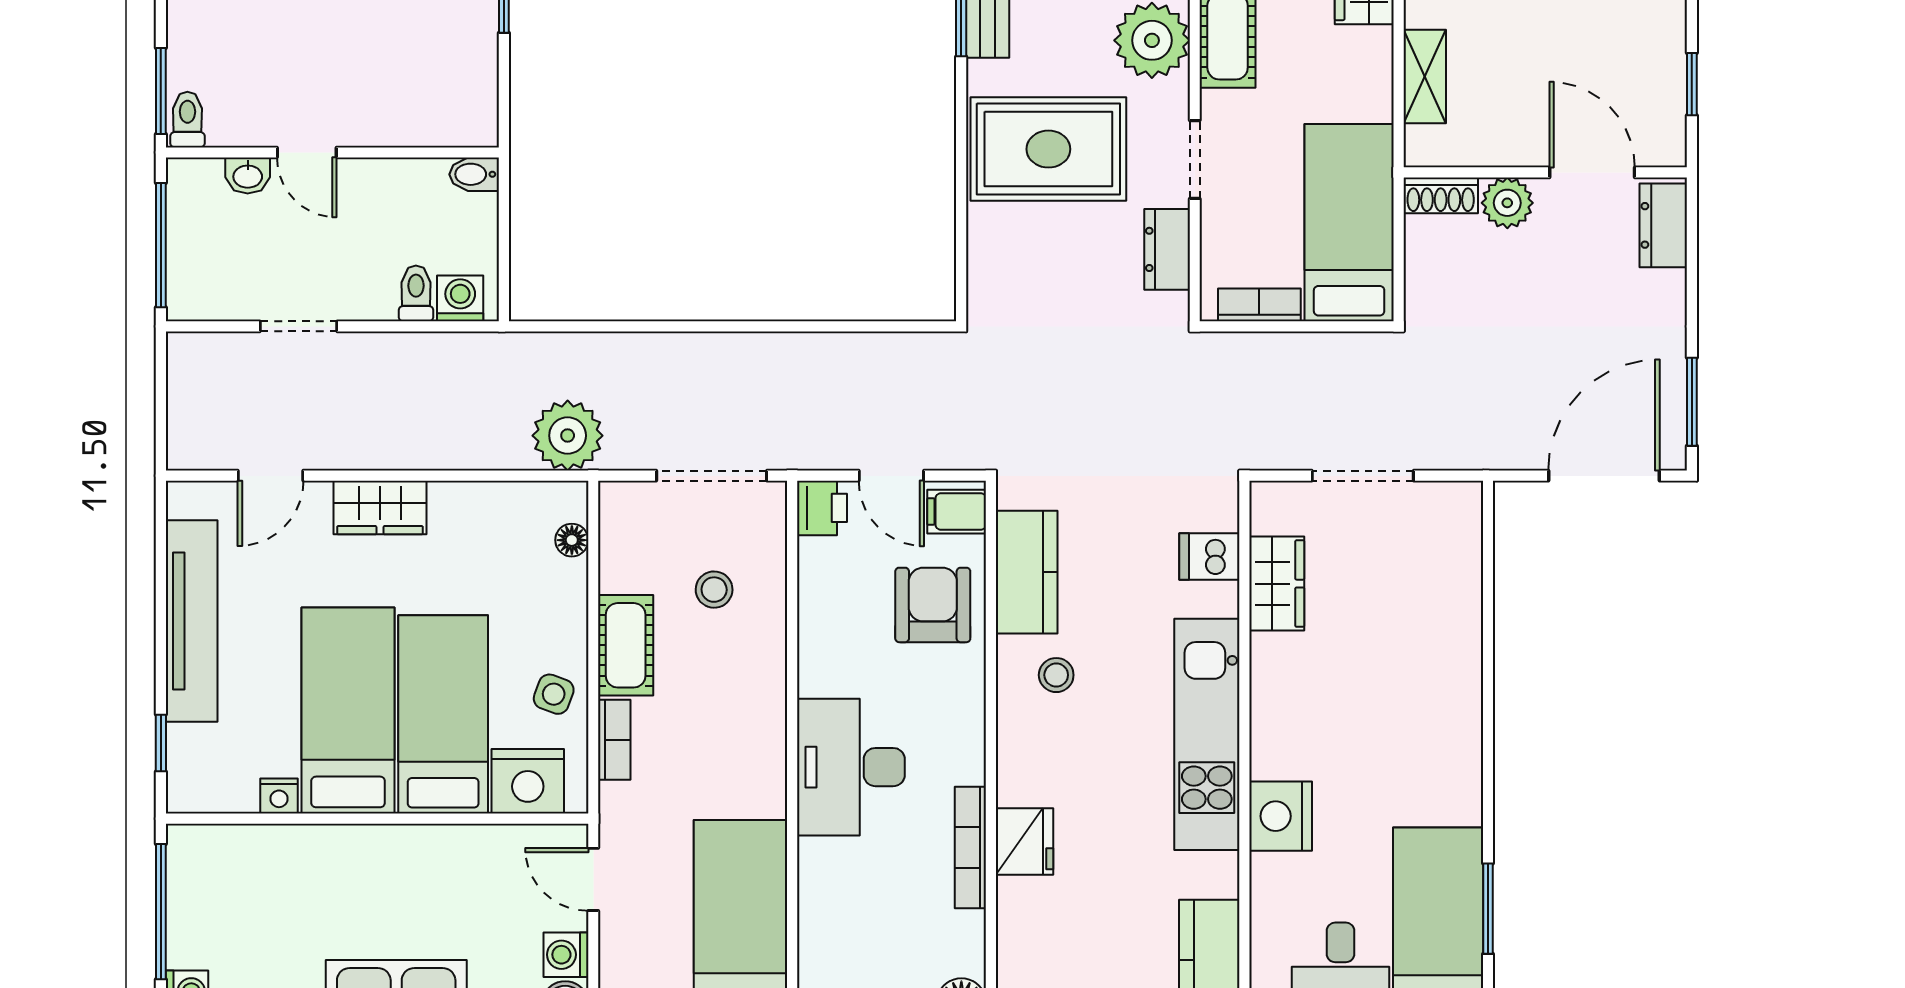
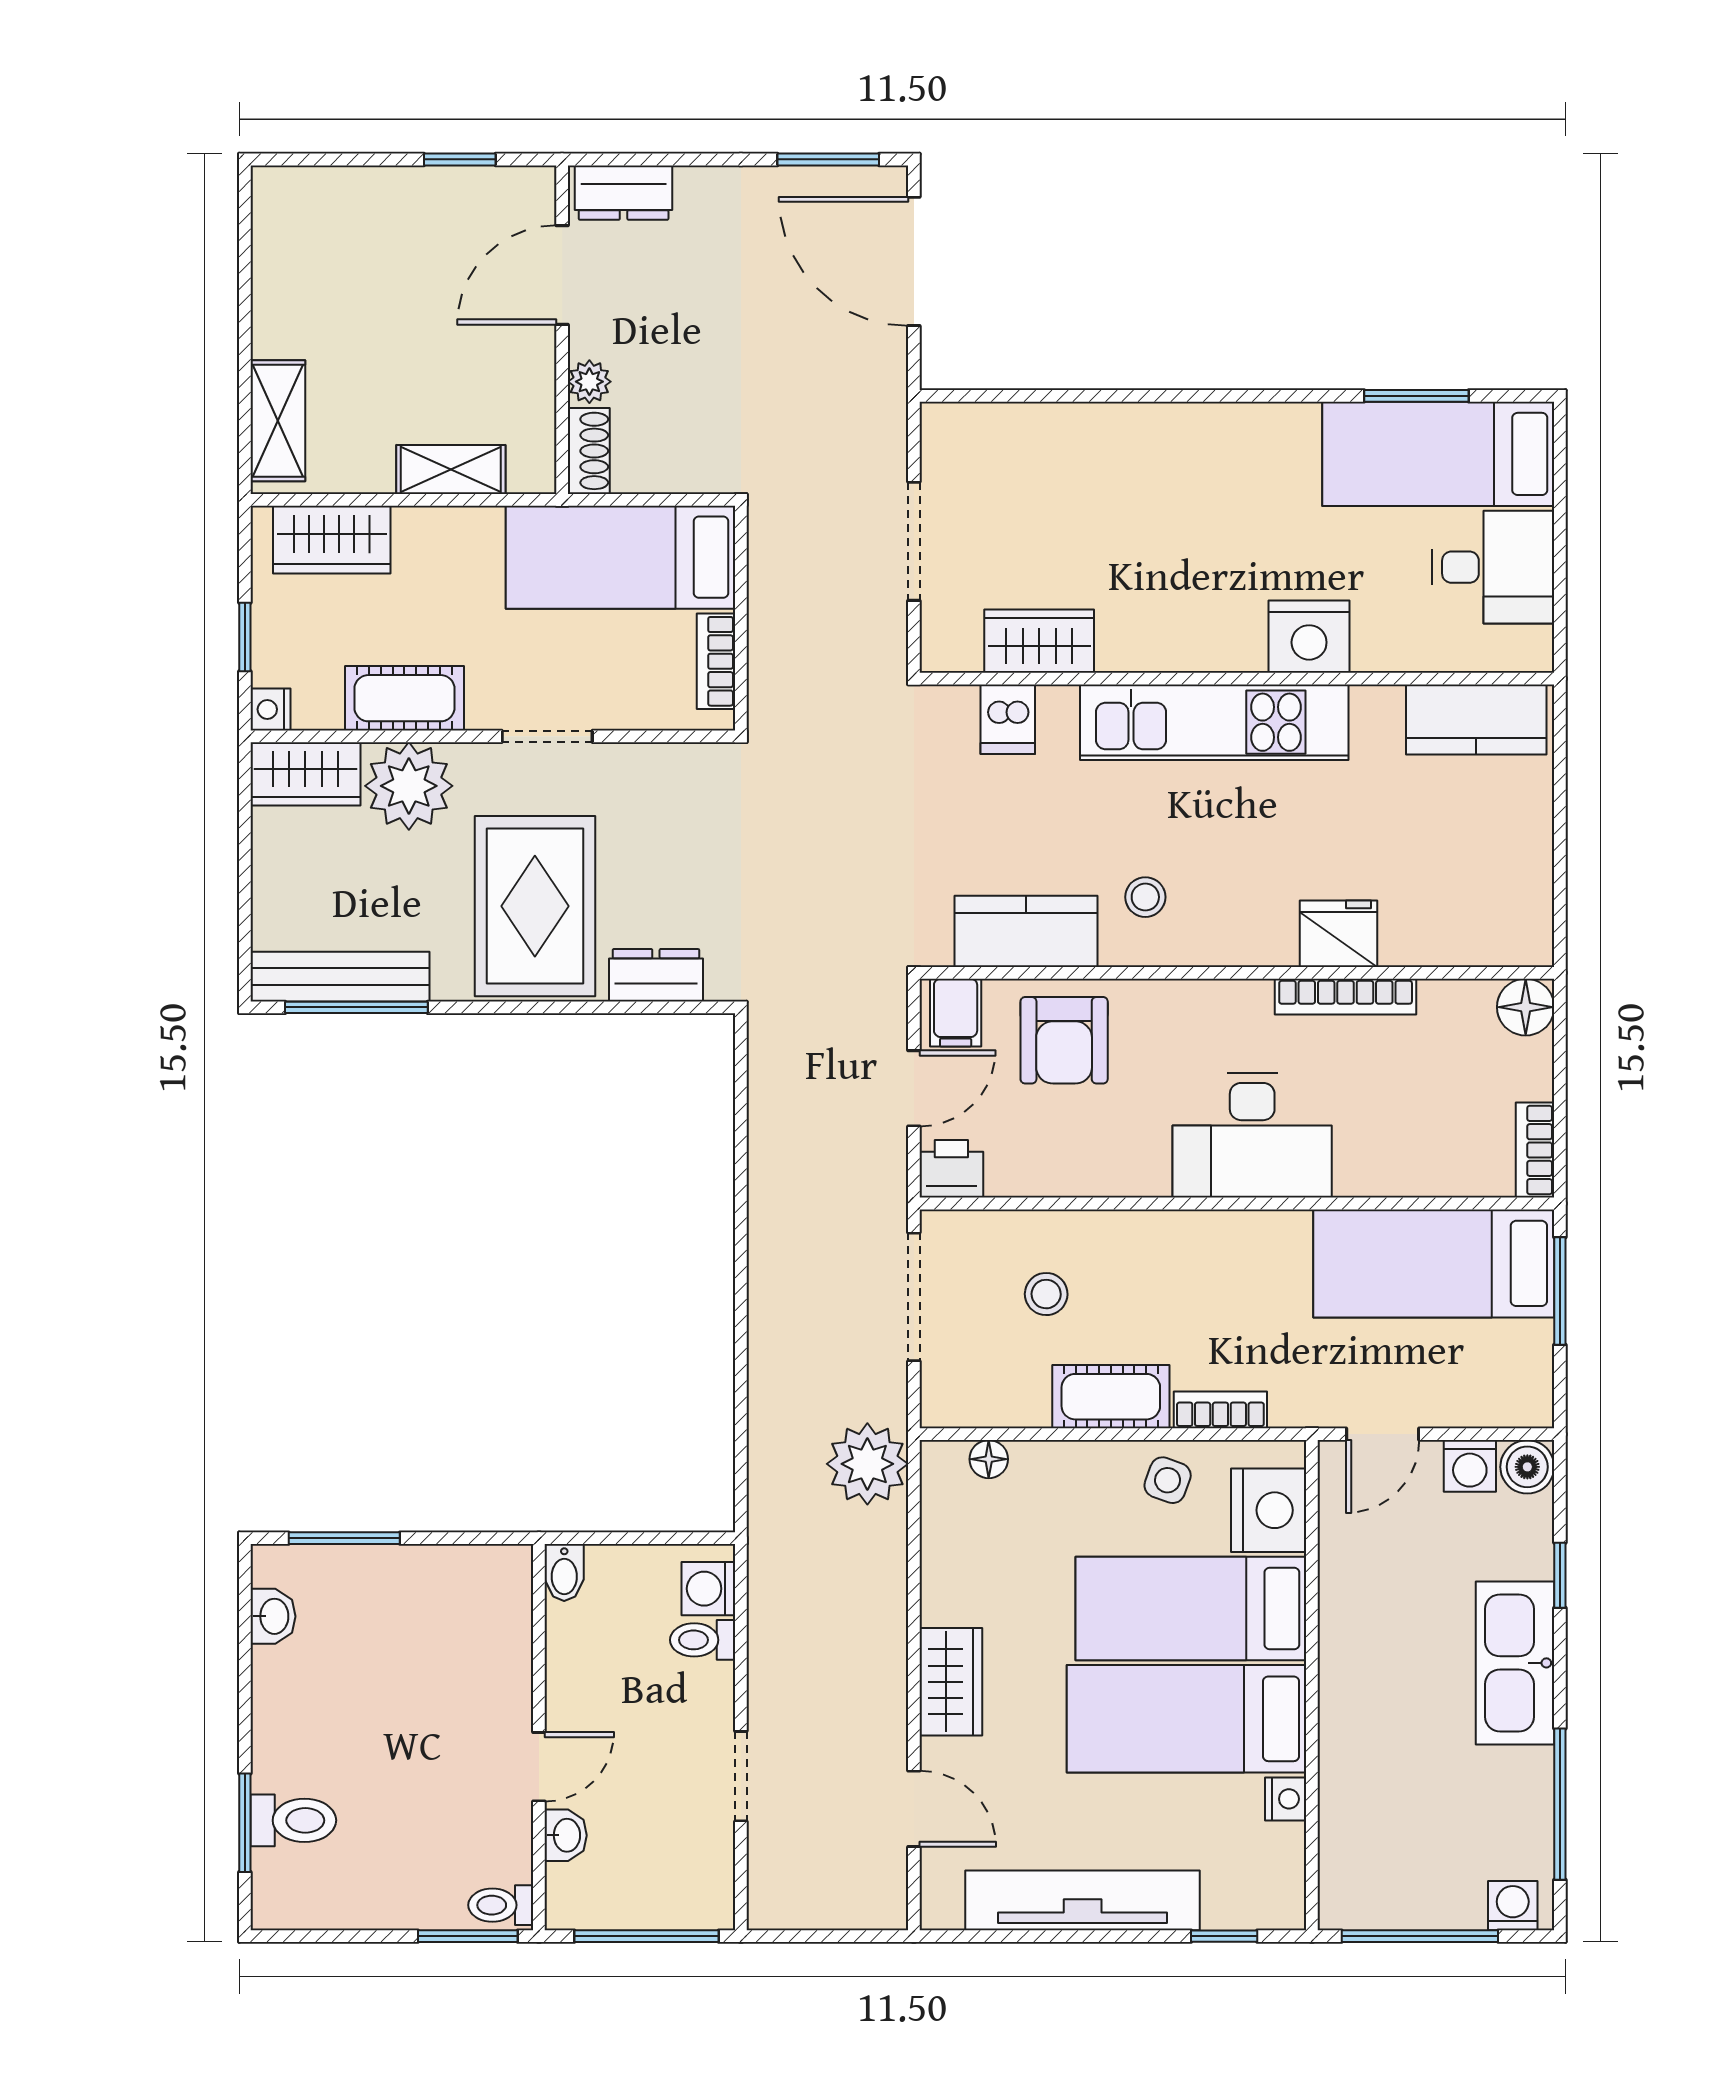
plant: (1507, 203) -> (589, 382), width x0.73, depth x0.73
dresser: (1167, 249) -> (656, 975), moved, turned 180
armchair: (933, 605) -> (1064, 1040), turned -90

